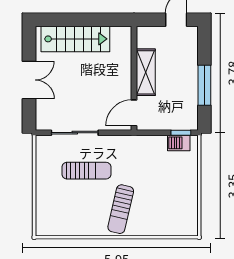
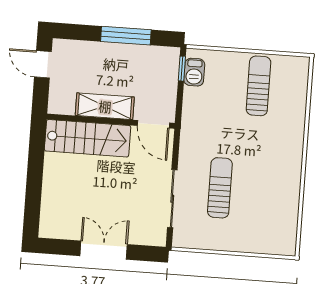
stairs: (75, 39) -> (88, 138), moved, turned 90
sun lounger: (121, 209) -> (258, 86), moved, turned -103

